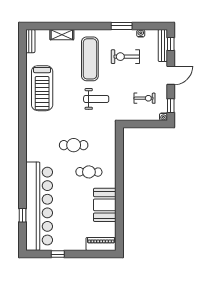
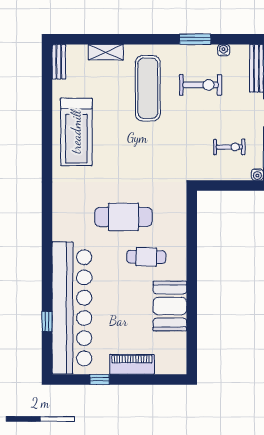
exercise bike: (125, 57) -> (201, 85), turned 180
weight bench: (96, 99) -> (157, 148), removed
cafe table: (74, 145) -> (123, 217), width x1.37, depth x1.35
piano: (101, 244) -> (132, 364), moved

